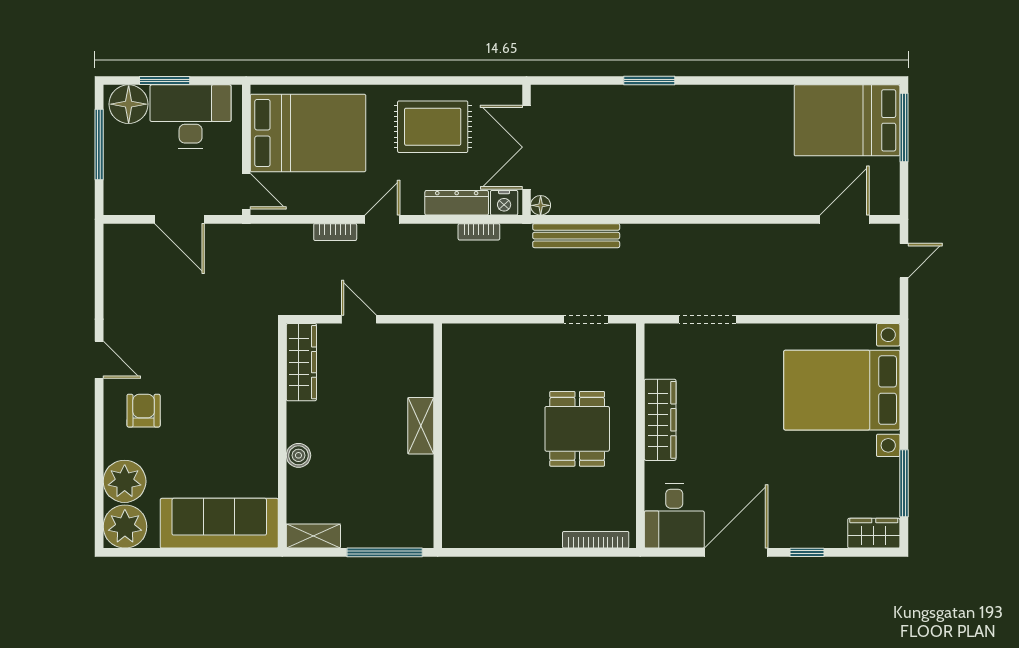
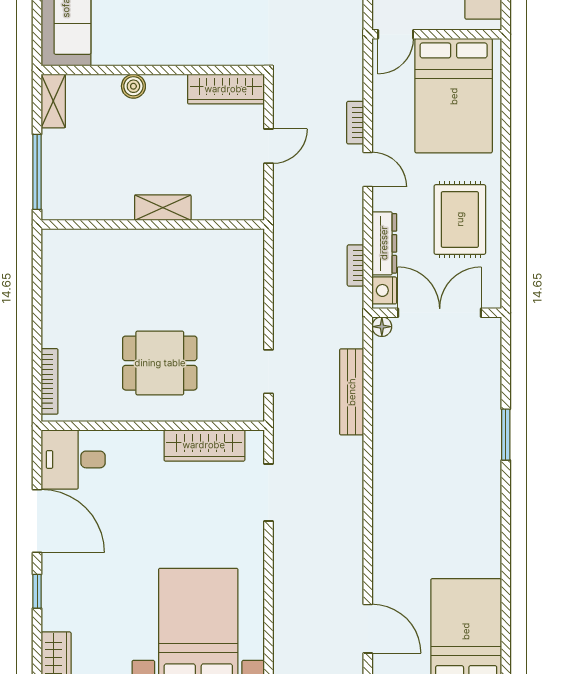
bench: (576, 236) -> (352, 392), moved
wardrobe: (660, 420) -> (204, 445), moved

